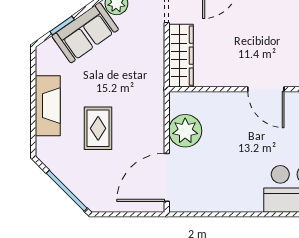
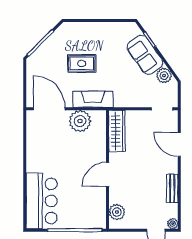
wardrobe: (181, 56) -> (117, 131), moved, turned -90
fireplace: (48, 106) -> (93, 99), moved, turned 180

